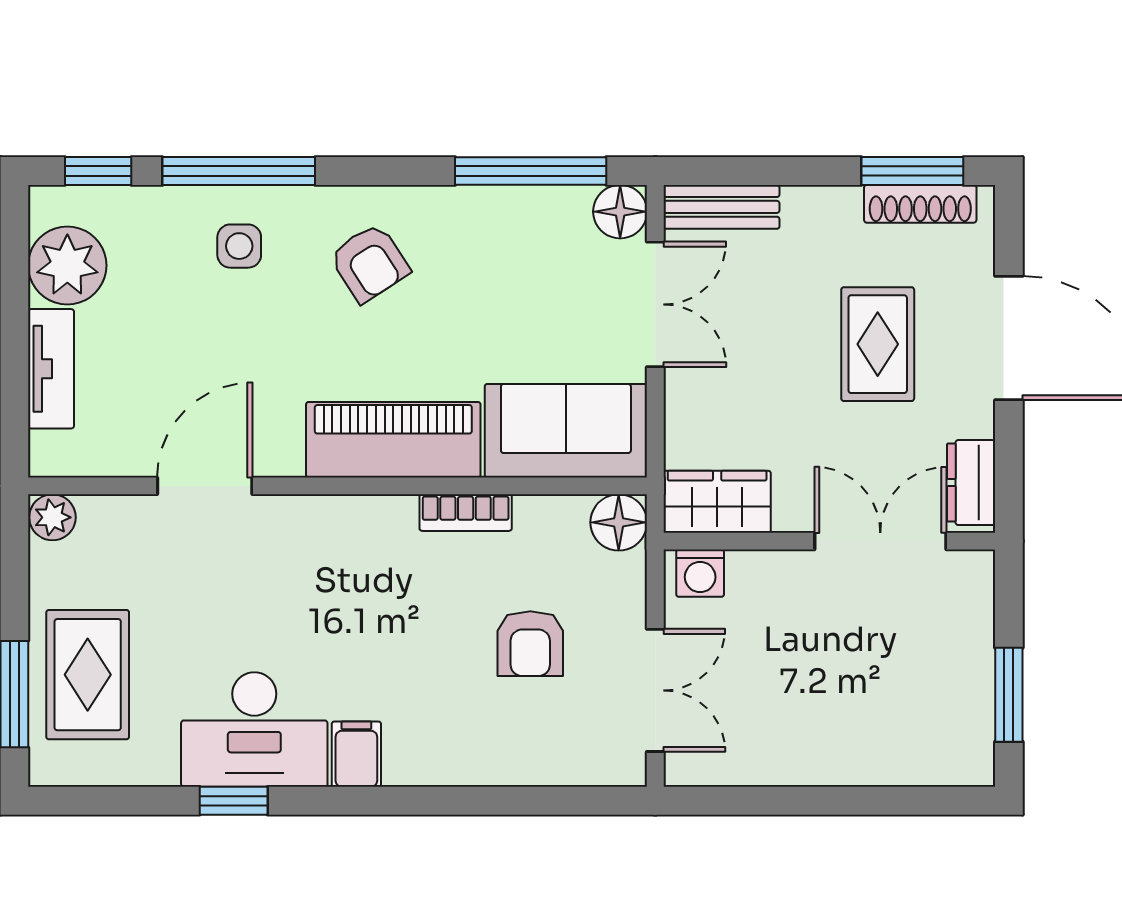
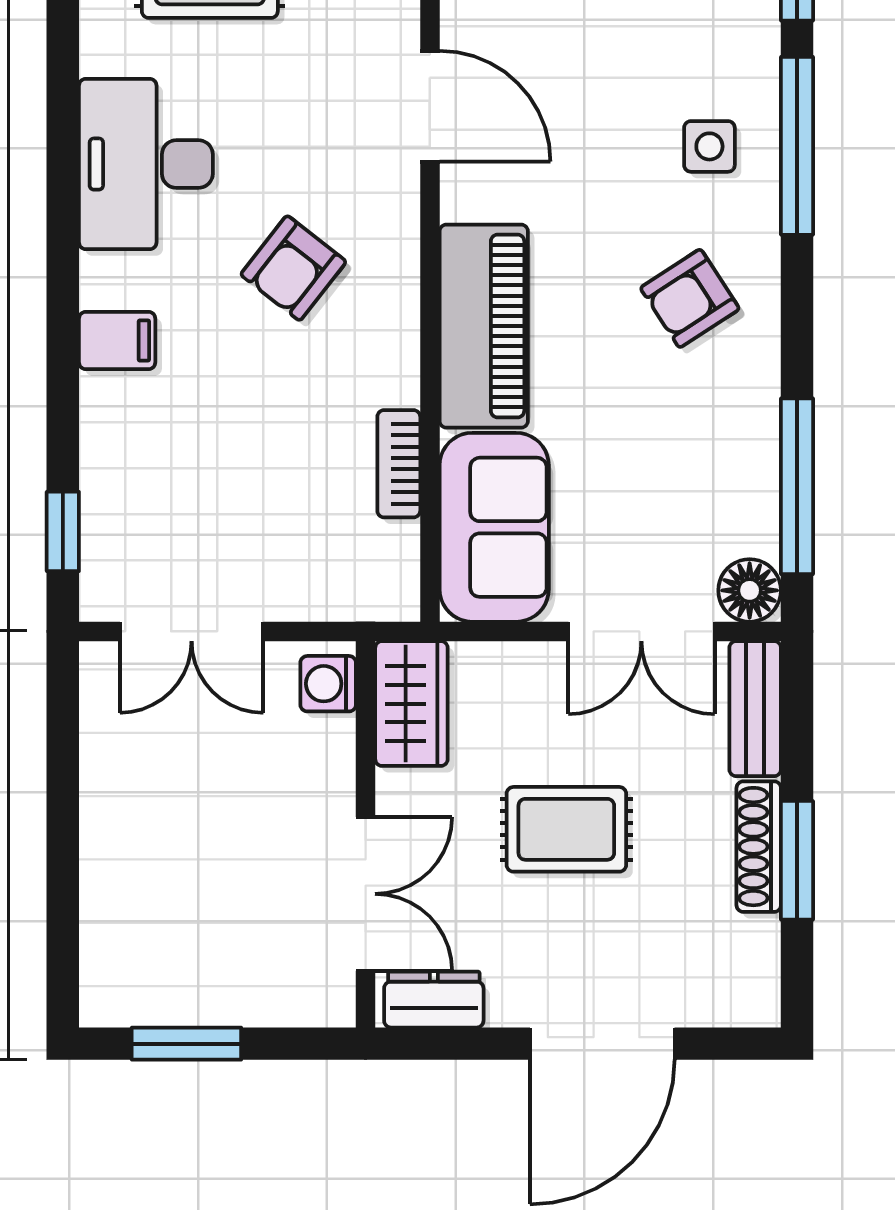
window: (912, 171) -> (797, 860), moved
shoe rack: (920, 204) -> (759, 847), moved
rug: (878, 344) -> (566, 829), moved
bookcase: (466, 513) -> (399, 464), moved
floor lamp: (619, 522) -> (387, 589), removed
armchair: (530, 644) -> (293, 268), moved, turned -52
filing cabinet: (356, 754) -> (117, 340), moved
window: (234, 801) -> (63, 531), moved

